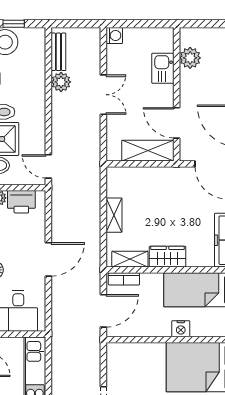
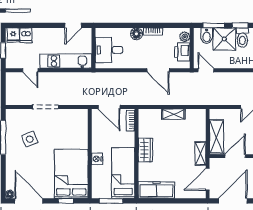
door: (48, 166) -> (206, 70), hinge flipped
door: (48, 259) -> (158, 70), moved
shelving: (130, 259) -> (200, 153), moved

